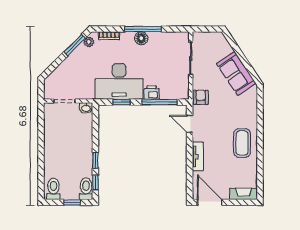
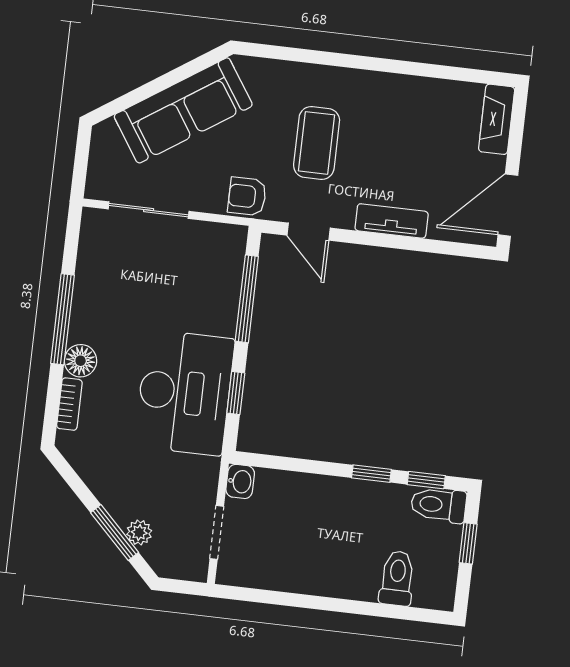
floor lamp: (141, 38) -> (81, 361), moved
plant: (89, 42) -> (139, 532), moved
window: (75, 45) -> (115, 533), moved
sofa: (236, 73) -> (183, 110), width x1.36
printer: (152, 93) -> (221, 316), removed
door: (190, 124) -> (309, 232), hinge flipped
coffee table: (242, 143) -> (317, 143), moved, turned 90
toilet: (53, 189) -> (397, 578), moved, turned 90

